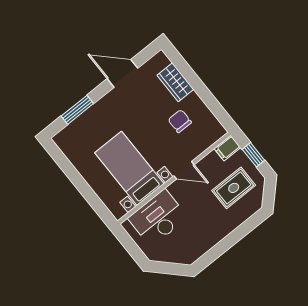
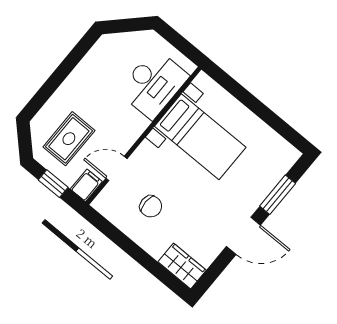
door: (123, 73) -> (243, 236), moved
wardrobe: (175, 82) -> (182, 266), moved
door: (184, 170) -> (116, 168), moved

